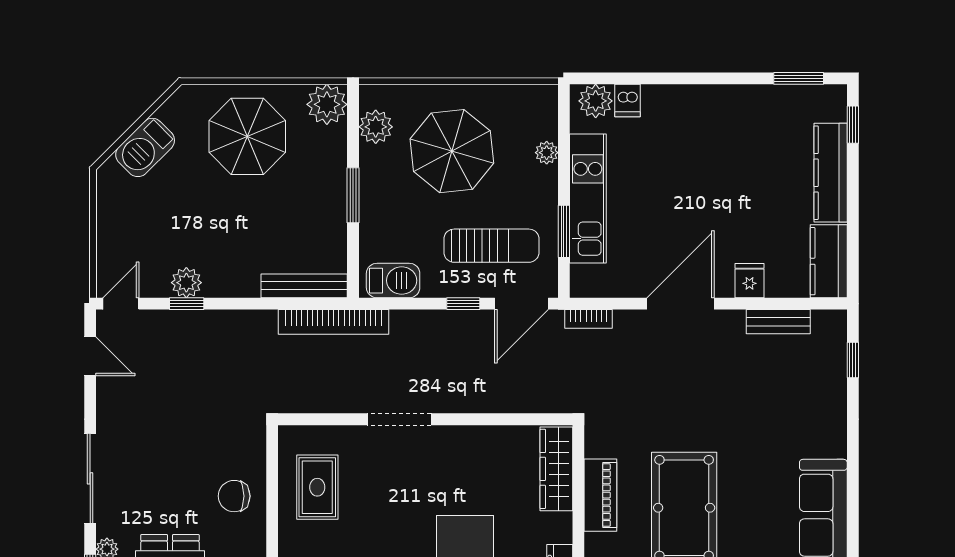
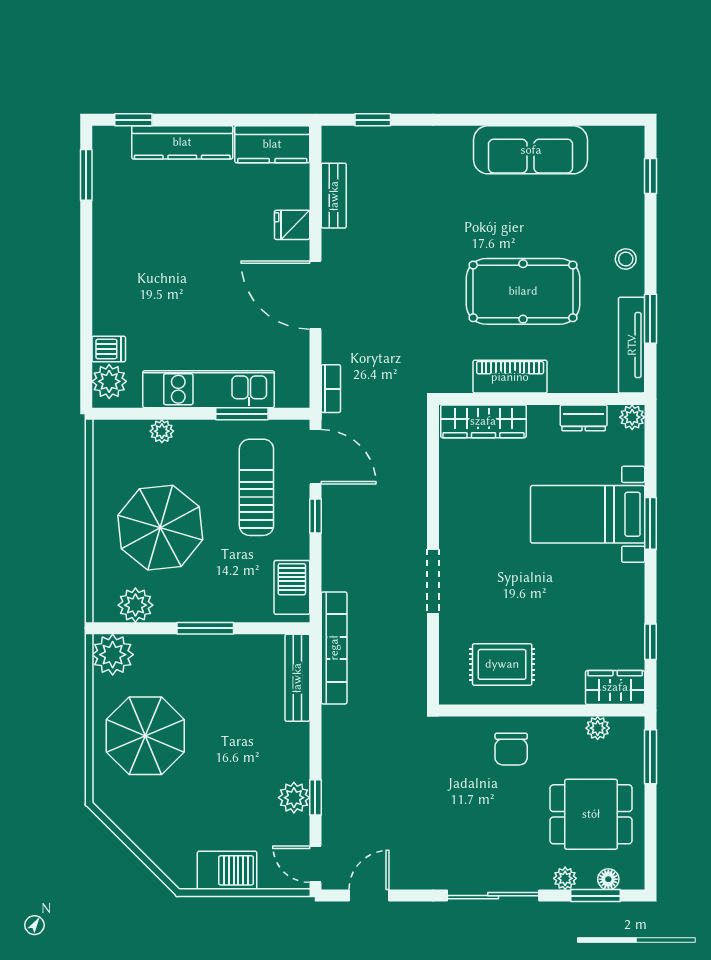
barbecue: (145, 147) -> (227, 870), moved, turned -45

